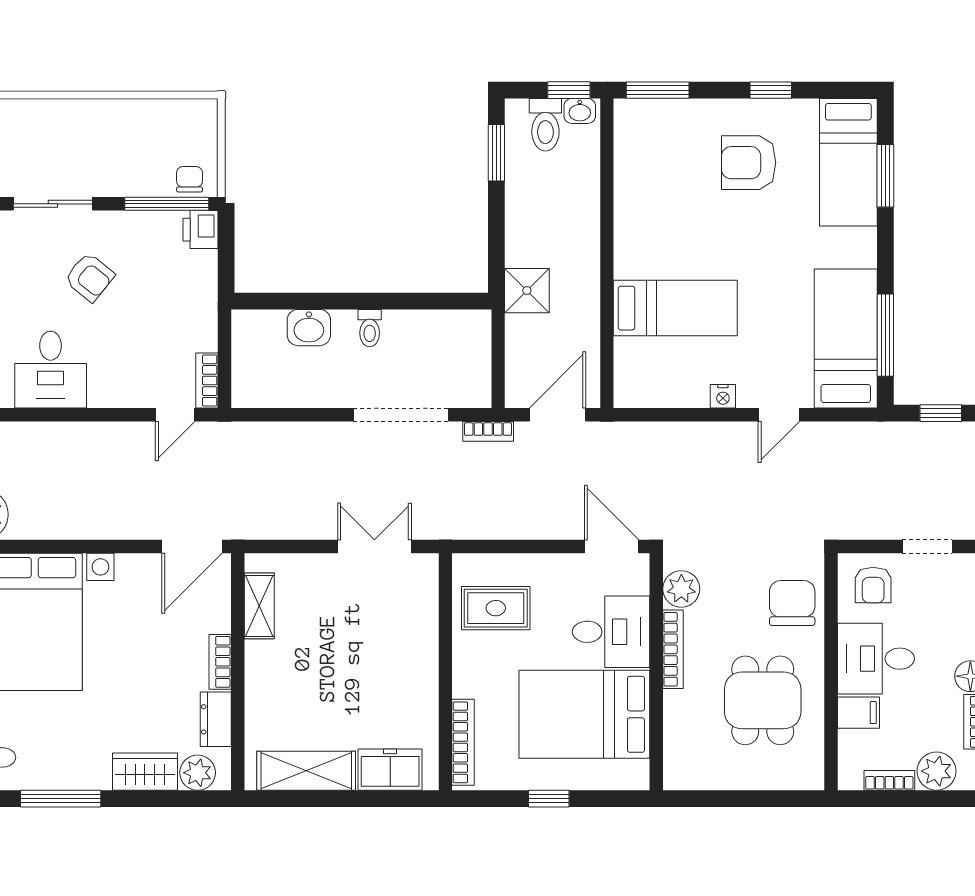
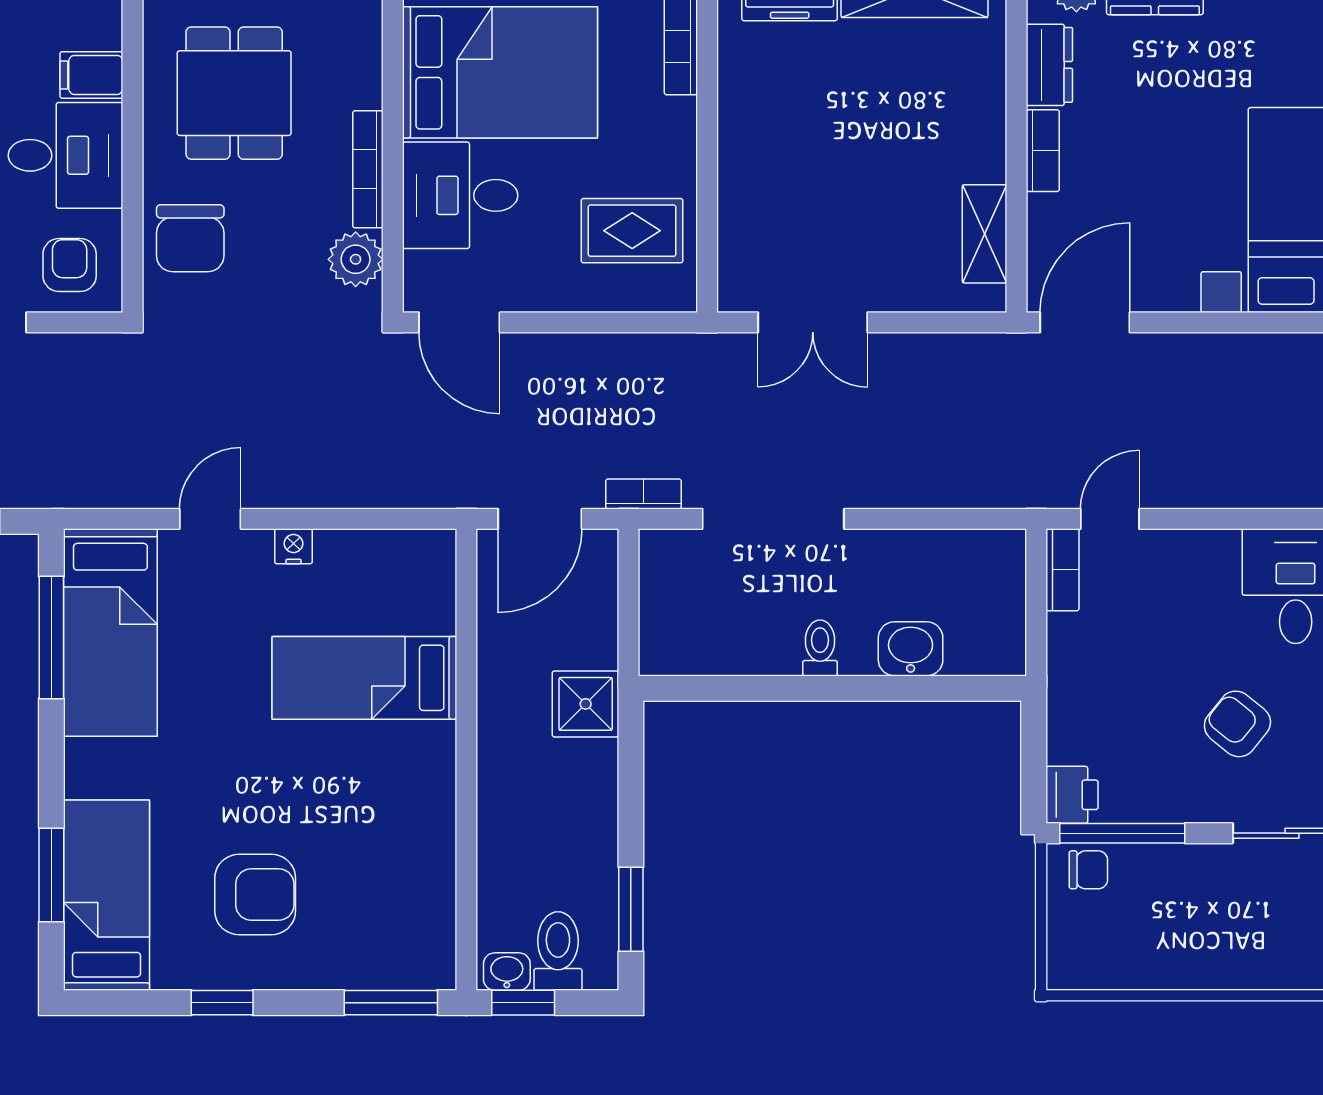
chair: (190, 179) -> (1088, 870), turned -90

